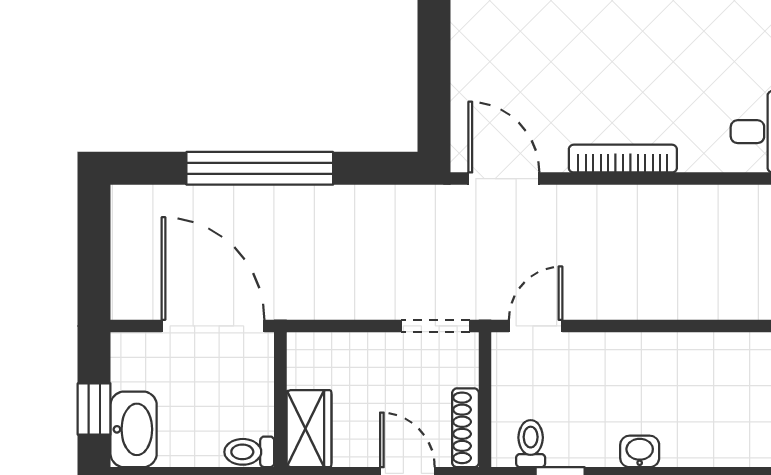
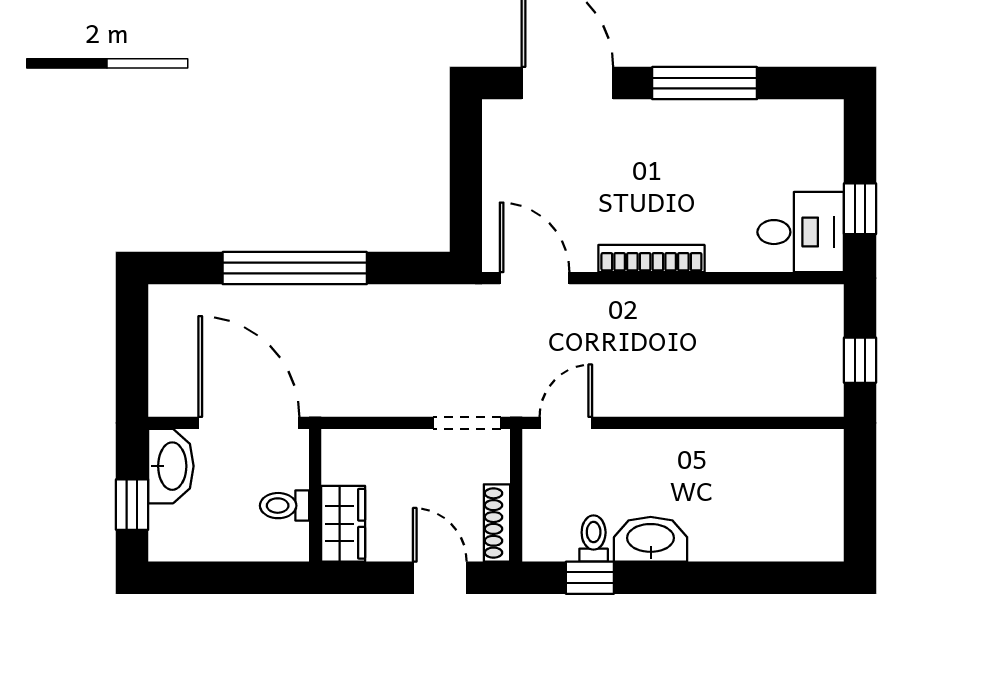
washbasin: (134, 429) -> (171, 466), moved
toilet: (531, 444) -> (594, 539), moved
washbasin: (640, 451) -> (651, 539), width x1.91, depth x1.45
toilet: (249, 452) -> (284, 506), moved

